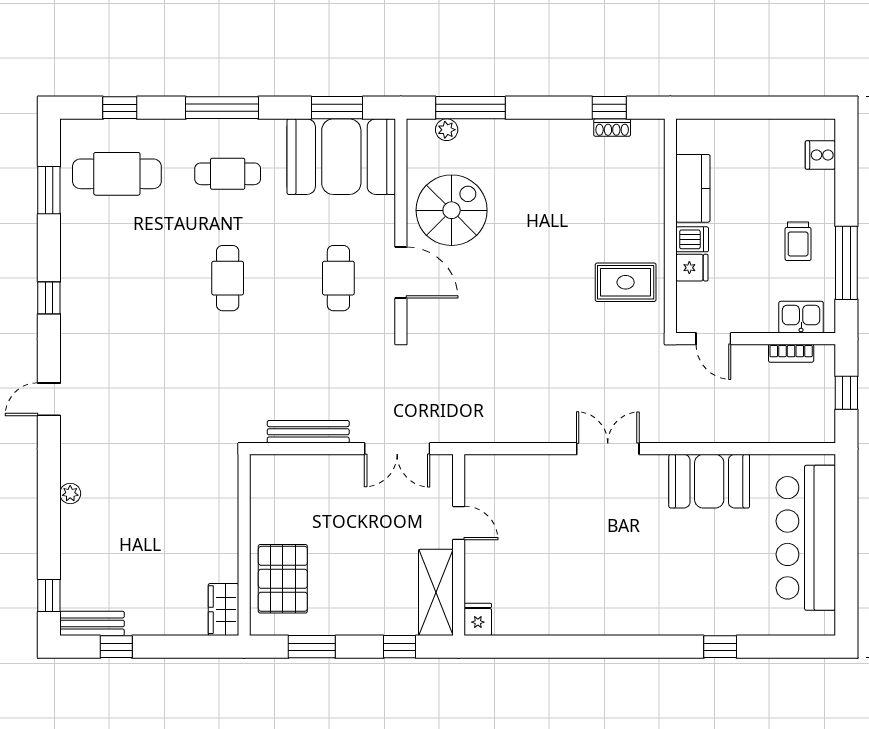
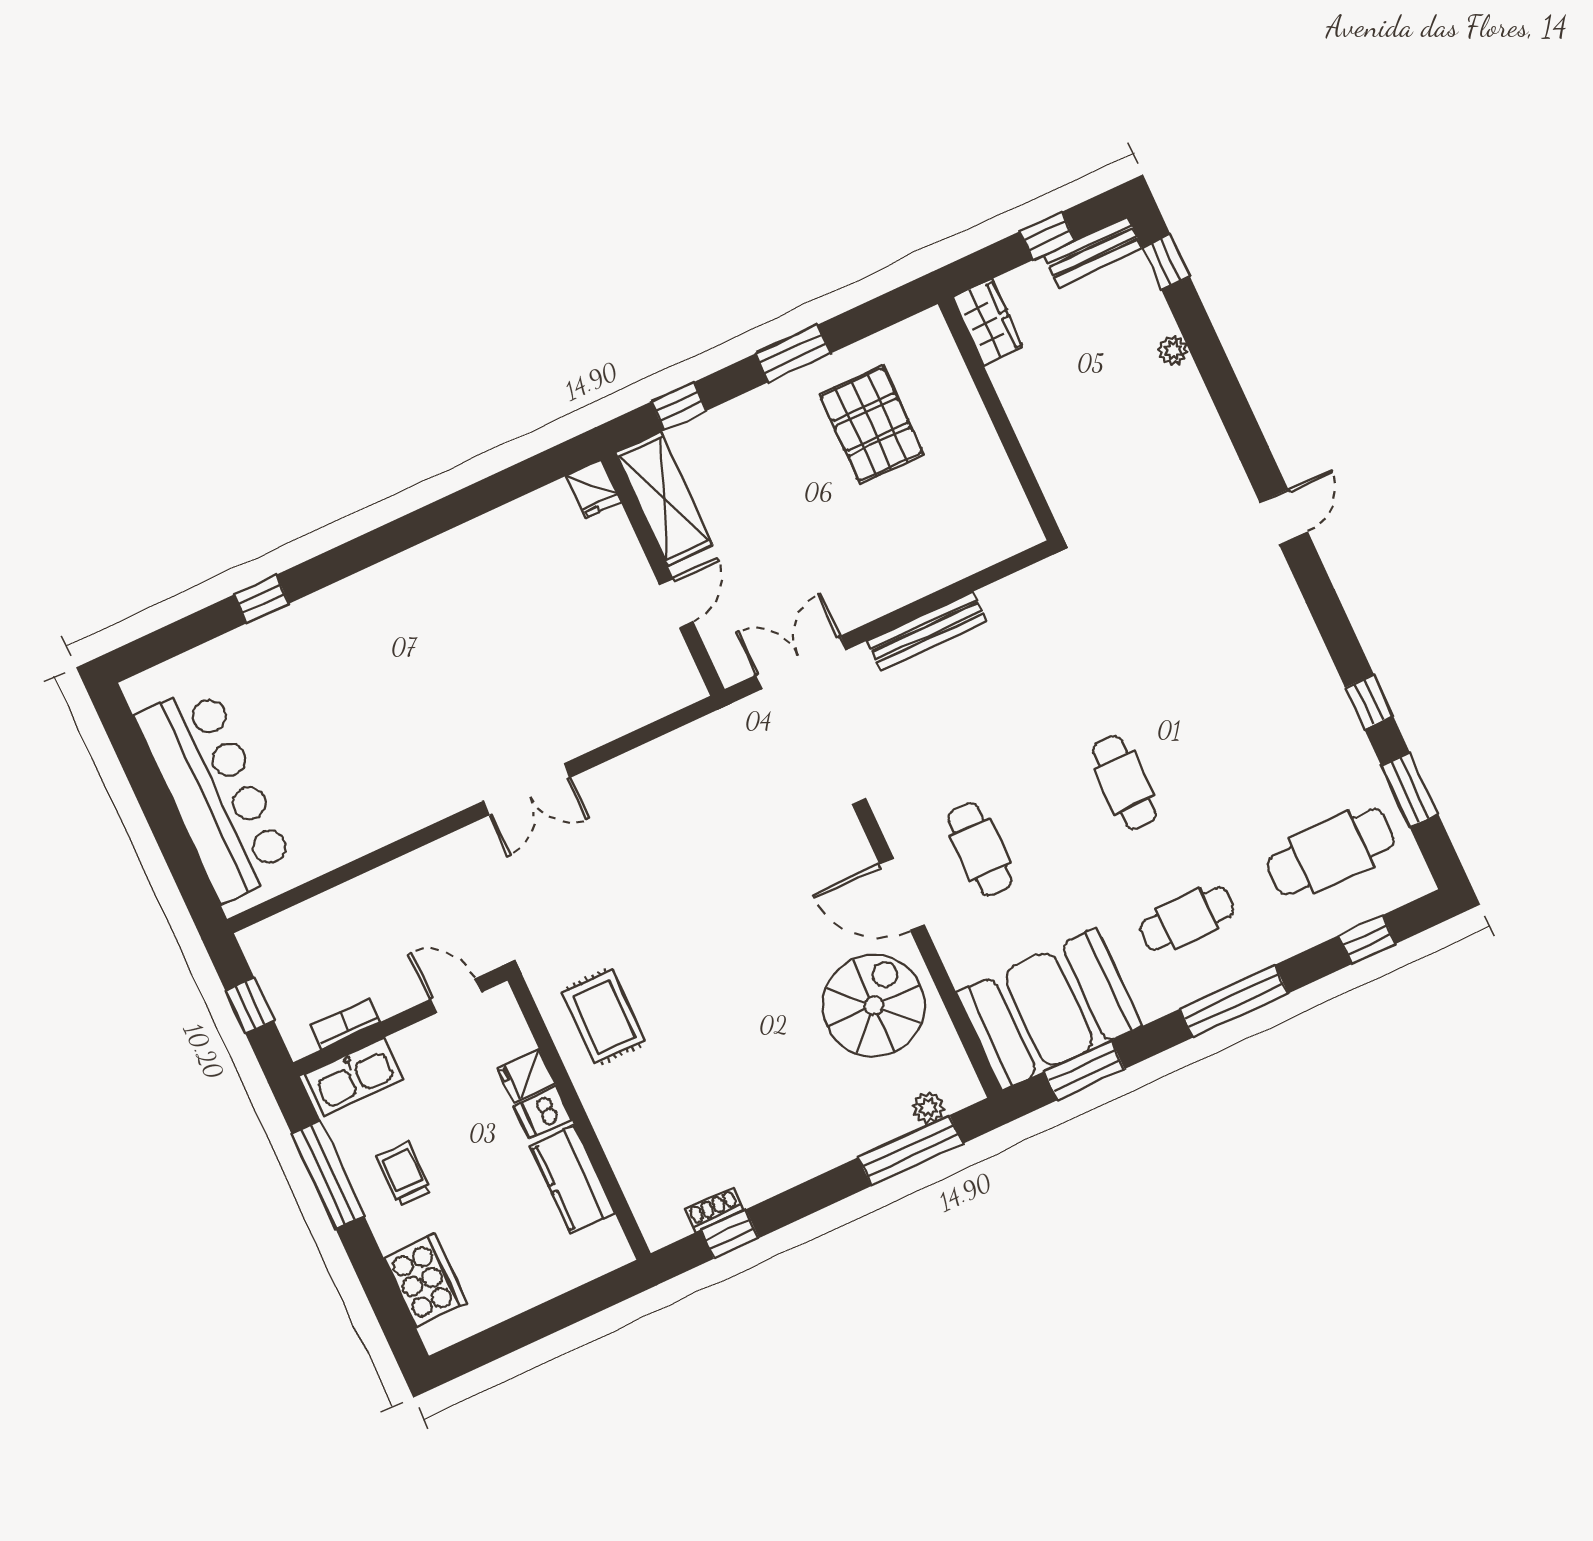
cooker: (820, 155) -> (425, 1280), width x1.87, depth x1.31
spiral stairs: (452, 210) -> (874, 1006), turned 180
rug: (626, 282) -> (604, 1017), turned 90
window: (49, 298) -> (1369, 702), moved
kitchen sink: (801, 317) -> (354, 1077), width x1.38
booth: (709, 481) -> (375, 808), removed
plant: (70, 493) -> (1173, 350), moved
door: (459, 523) -> (676, 603), swing flipped
wall: (244, 545) -> (999, 419), moved
wardrobe: (223, 610) -> (987, 322), moved

